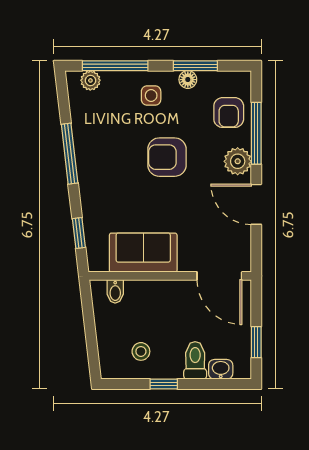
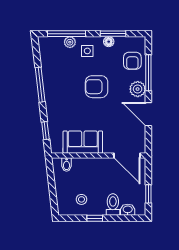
plant: (90, 80) -> (70, 42), moved

